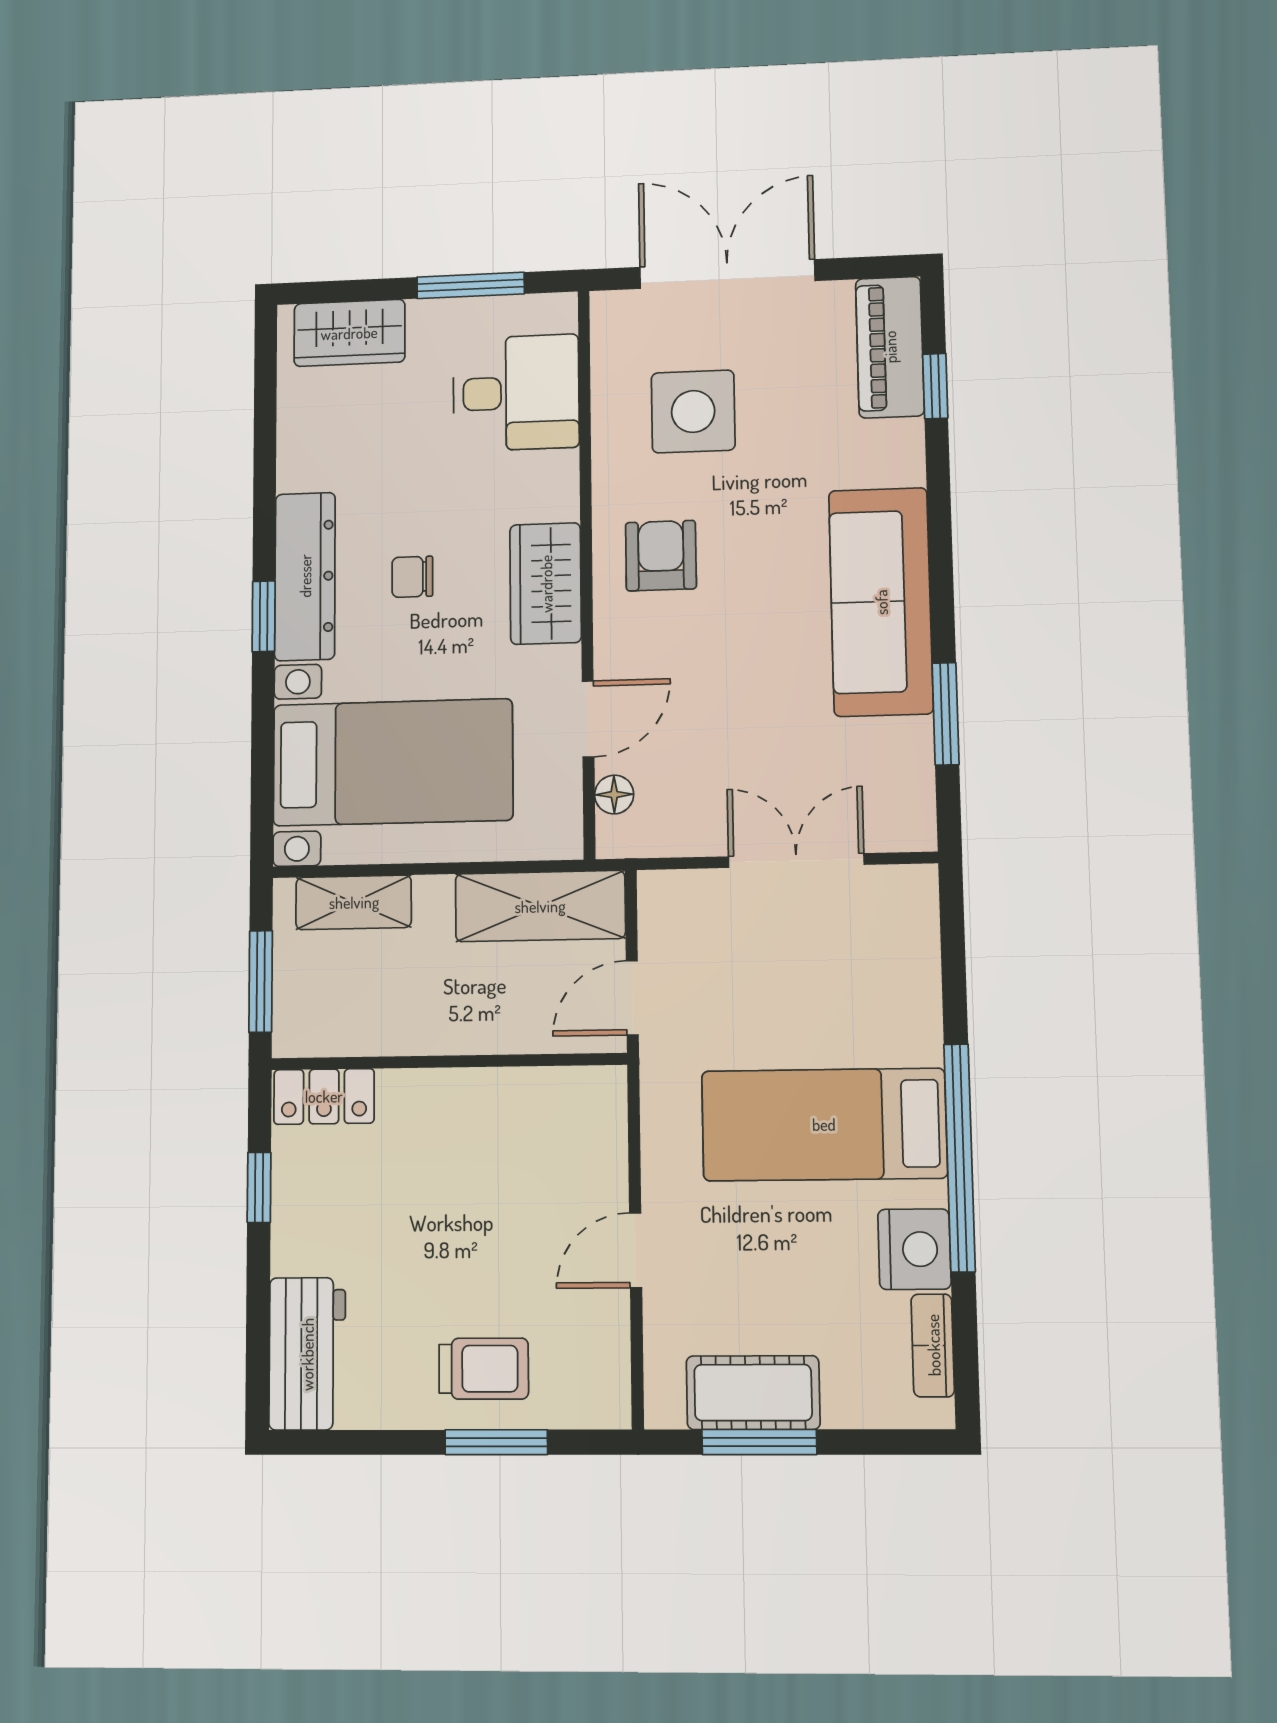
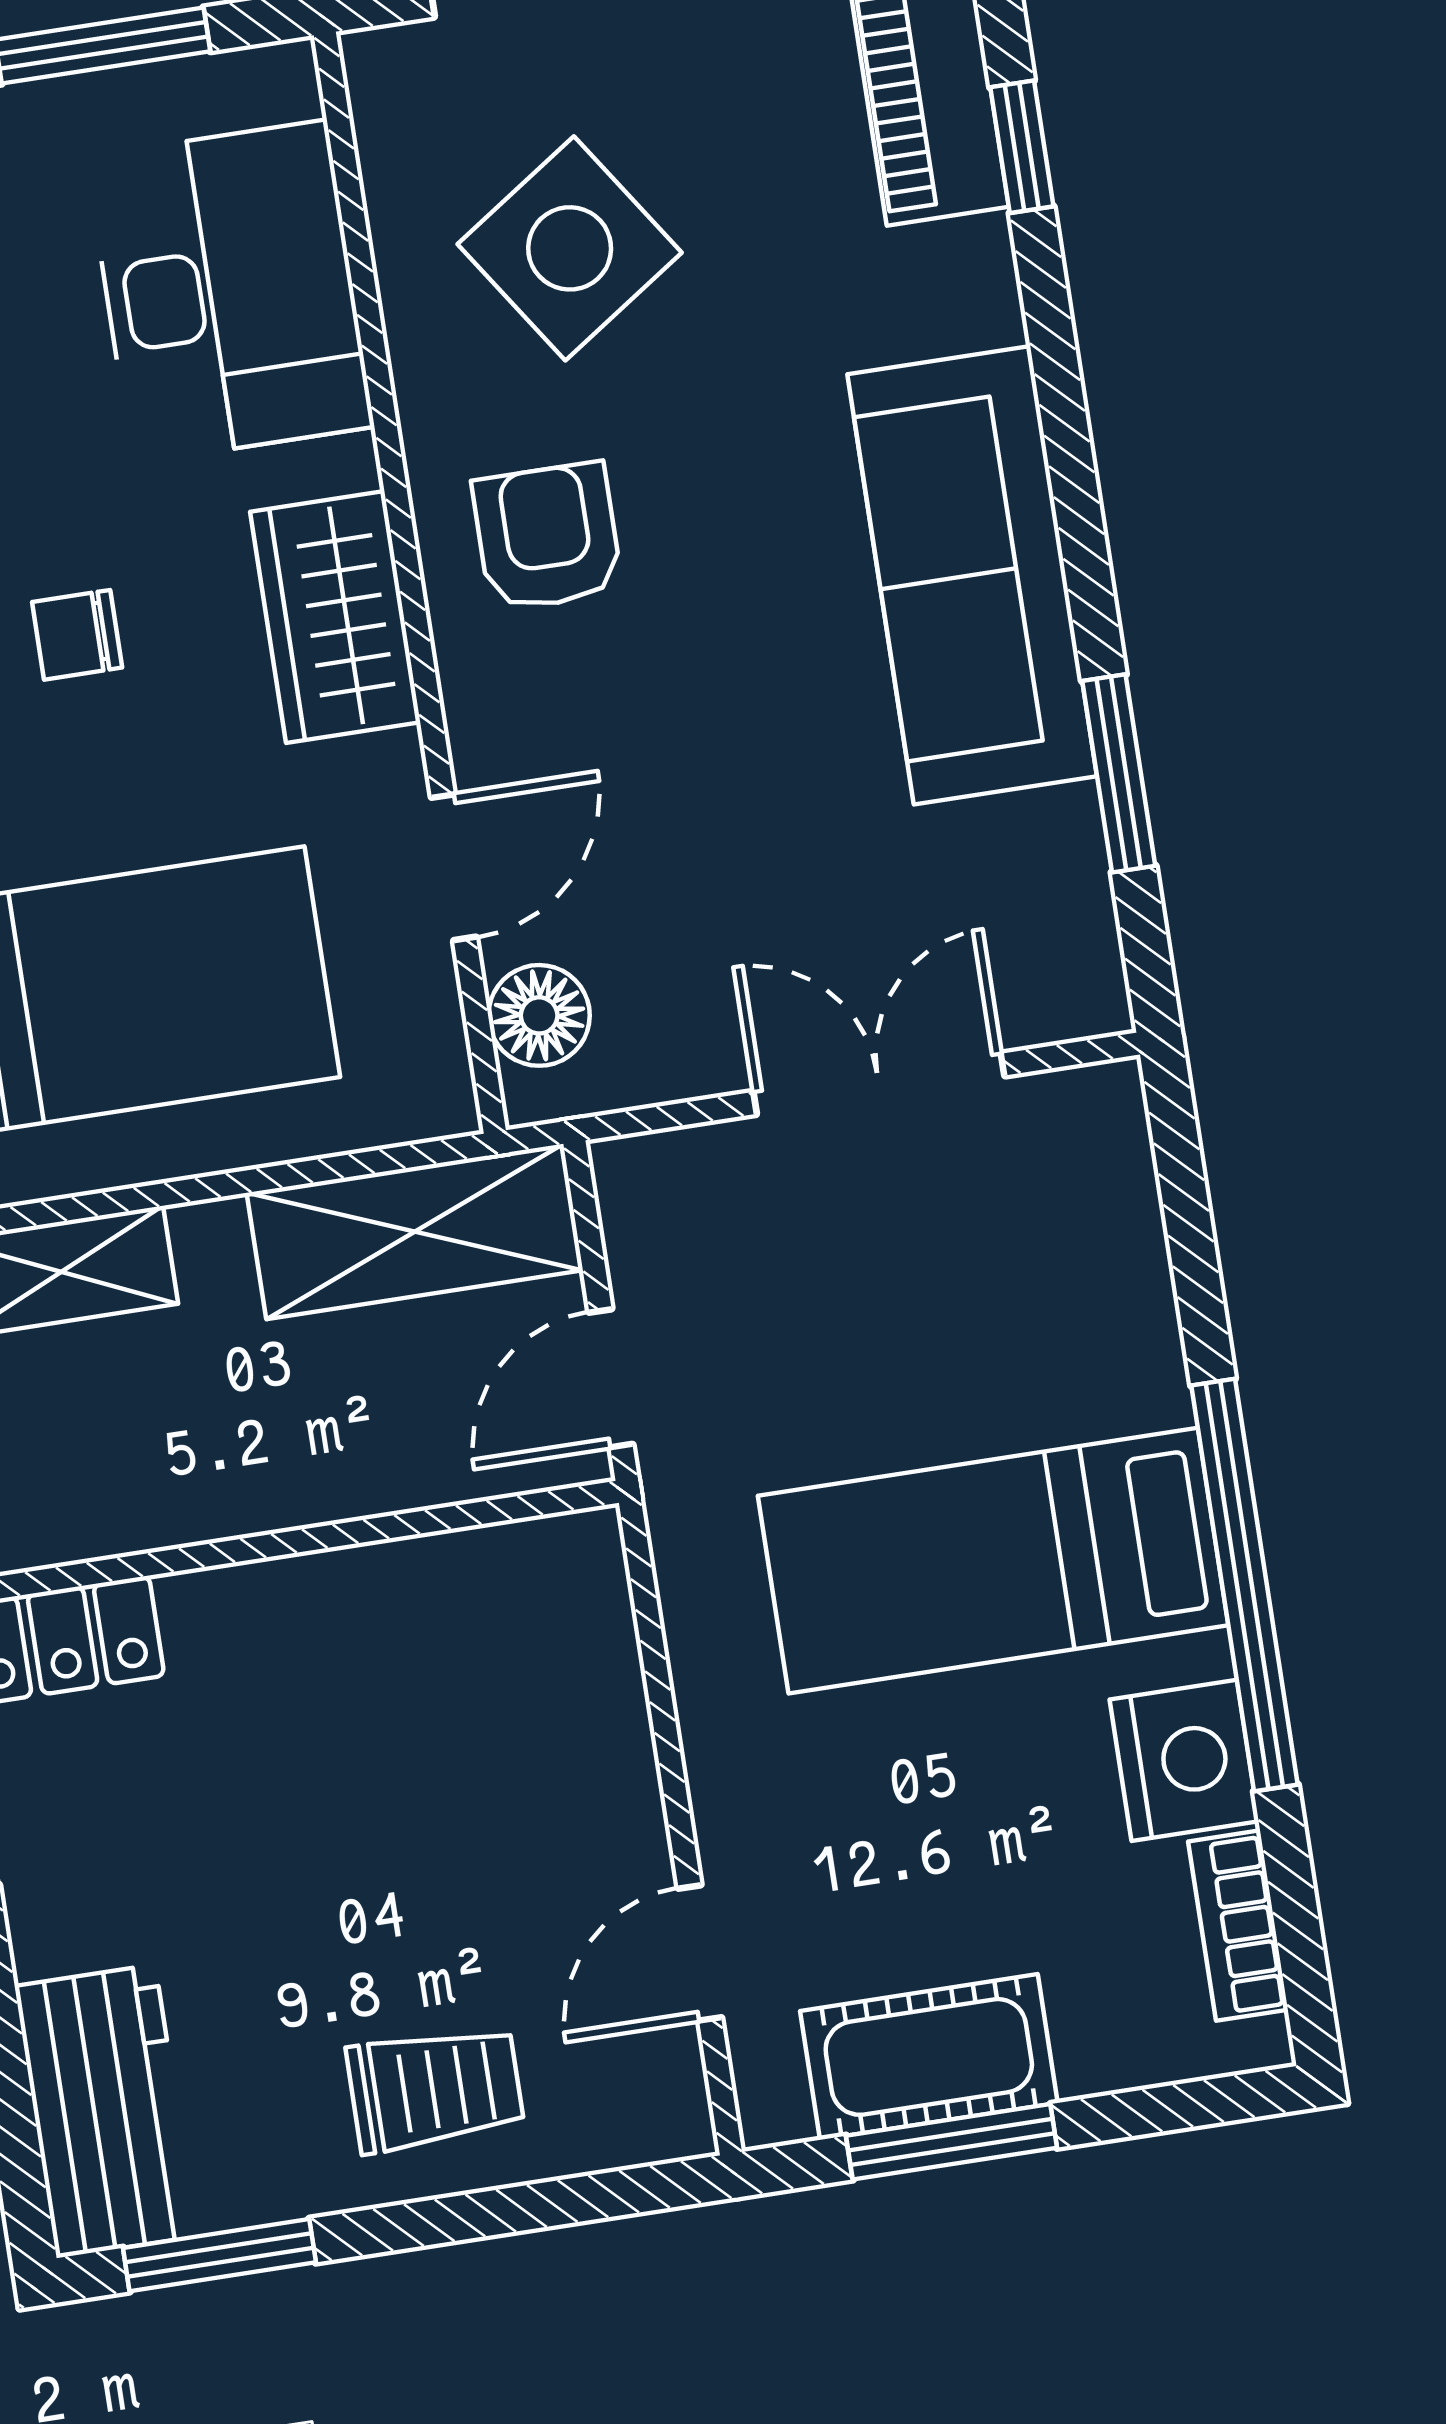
desk: (516, 393) -> (230, 292), width x1.37
side table: (693, 412) -> (570, 248), turned -34
floor lamp: (614, 795) -> (539, 1015), width x1.37, depth x1.37
door: (636, 1250) -> (700, 1953), moved
window: (496, 1442) -> (219, 2255), moved

